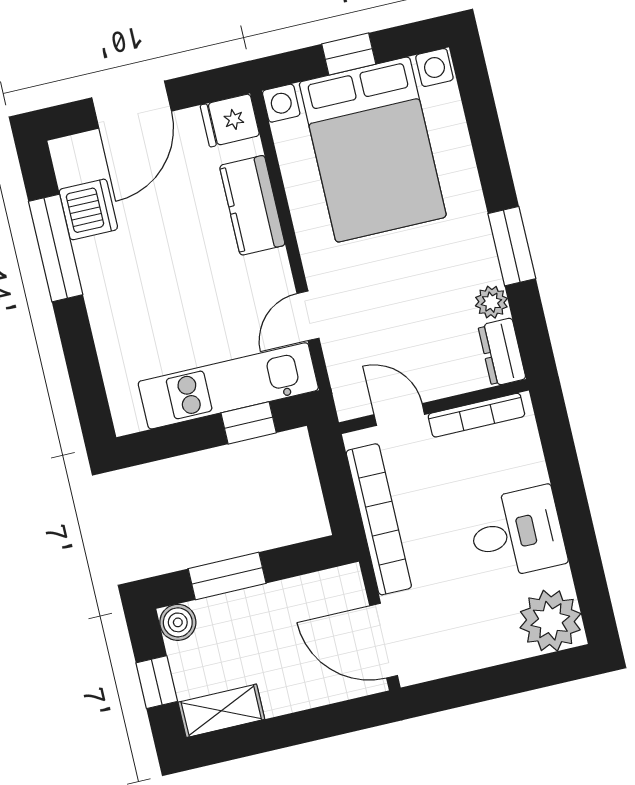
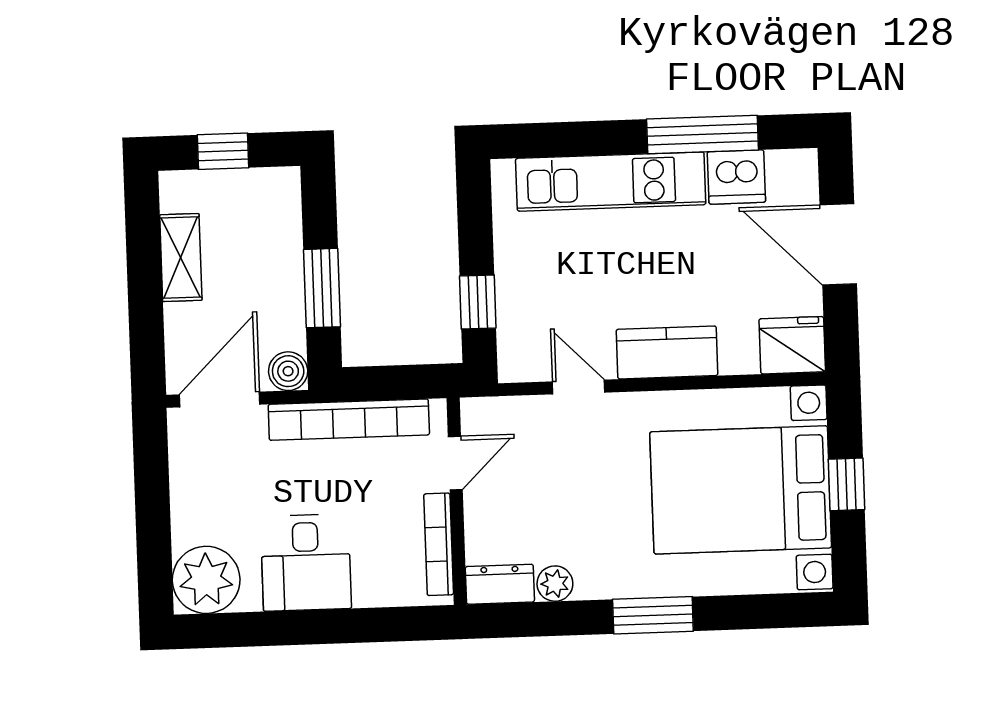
fridge: (230, 120) -> (792, 345), width x1.38
kitchen counter: (252, 205) -> (667, 352), moved
window: (512, 246) -> (653, 615), moved
kitchen unit: (228, 386) -> (611, 182), moved, turned 90
window: (227, 576) -> (322, 288), moved
boiler: (178, 622) -> (288, 371), moved
shelving: (221, 711) -> (181, 258), moved

